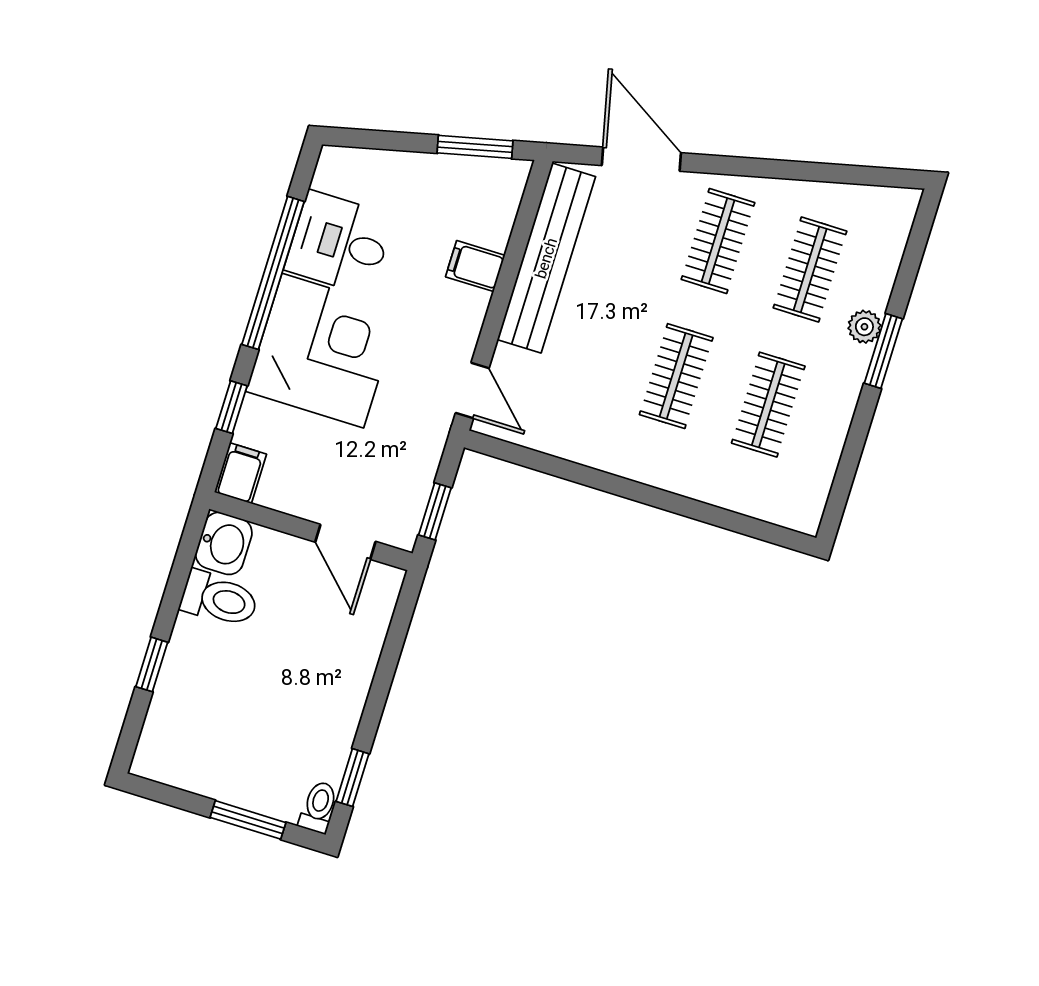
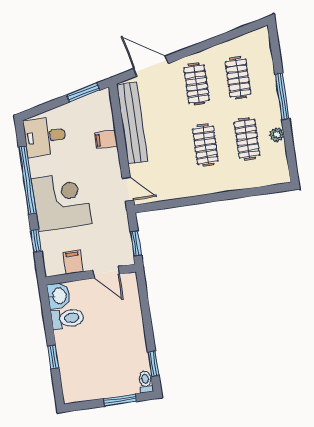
desk: (339, 243) -> (45, 136), moved
plant: (864, 327) -> (277, 135), moved
window: (883, 351) -> (282, 96), width x1.44
filing cabinet: (240, 473) -> (73, 262), moved

